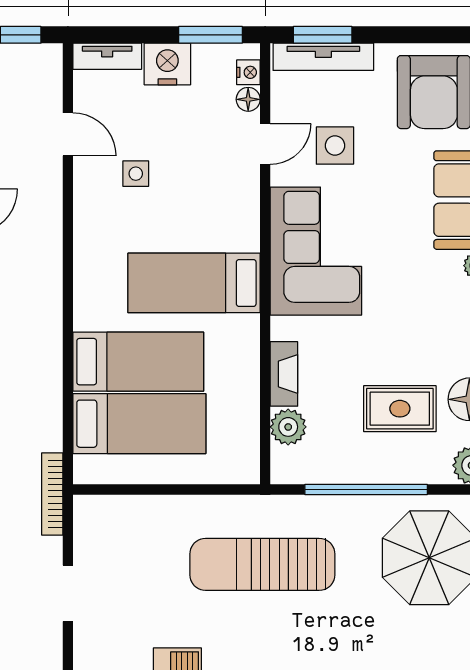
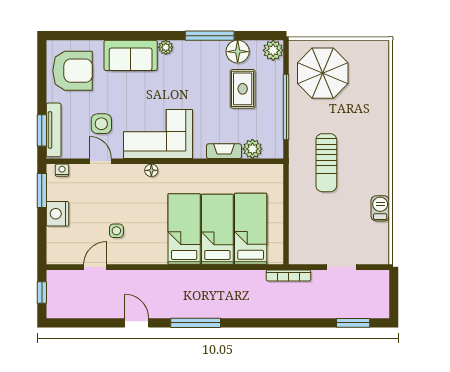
tv unit: (107, 56) -> (53, 246), removed
floor lamp: (248, 99) -> (151, 170), moved
bed: (194, 283) -> (184, 229), moved, turned 180
sun lounger: (262, 564) -> (326, 163), width x0.73, depth x0.75

